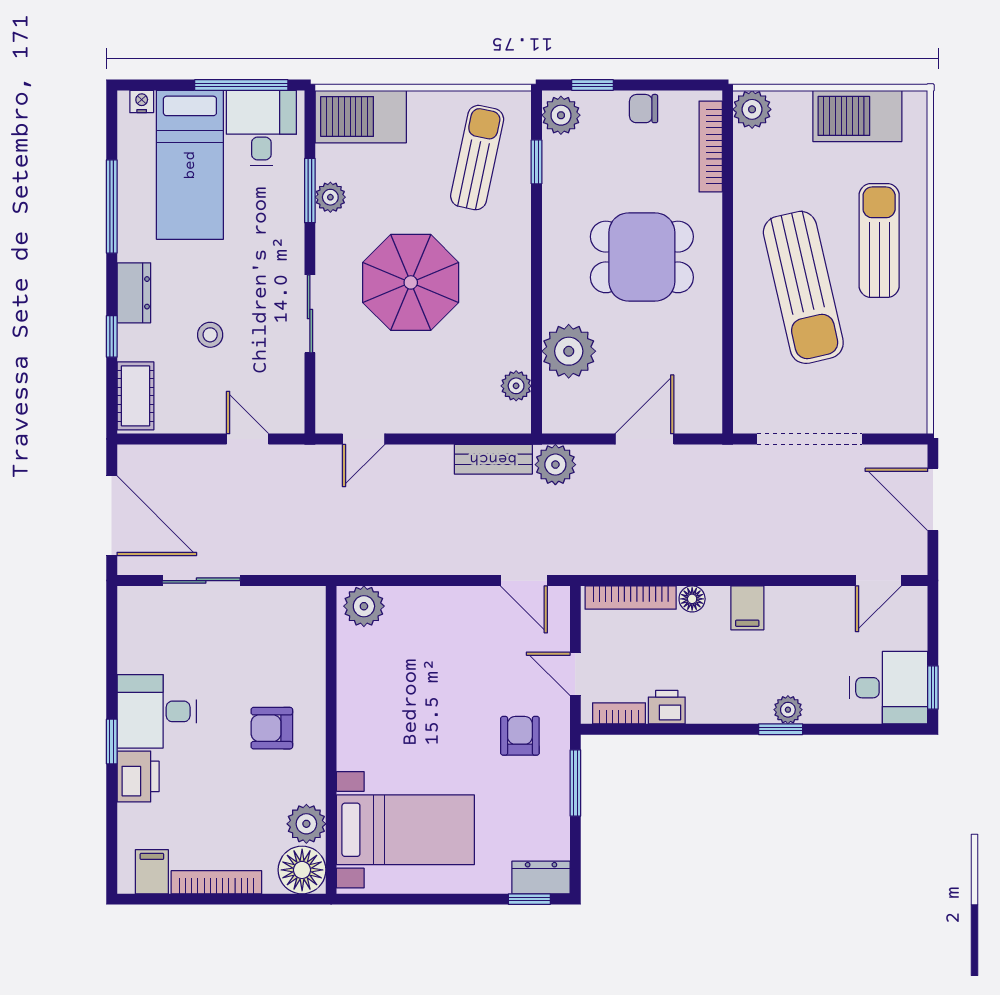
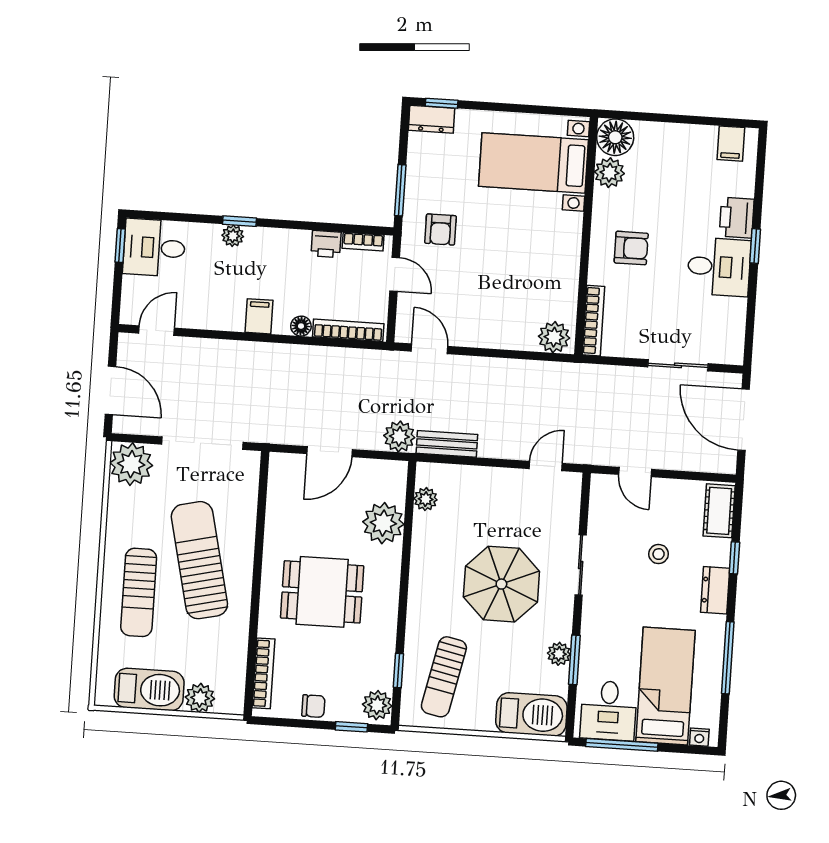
plant: (752, 109) -> (200, 698), moved
plant: (900, 406) -> (131, 464), added
bookcase: (216, 882) -> (594, 321), moved, turned -90

